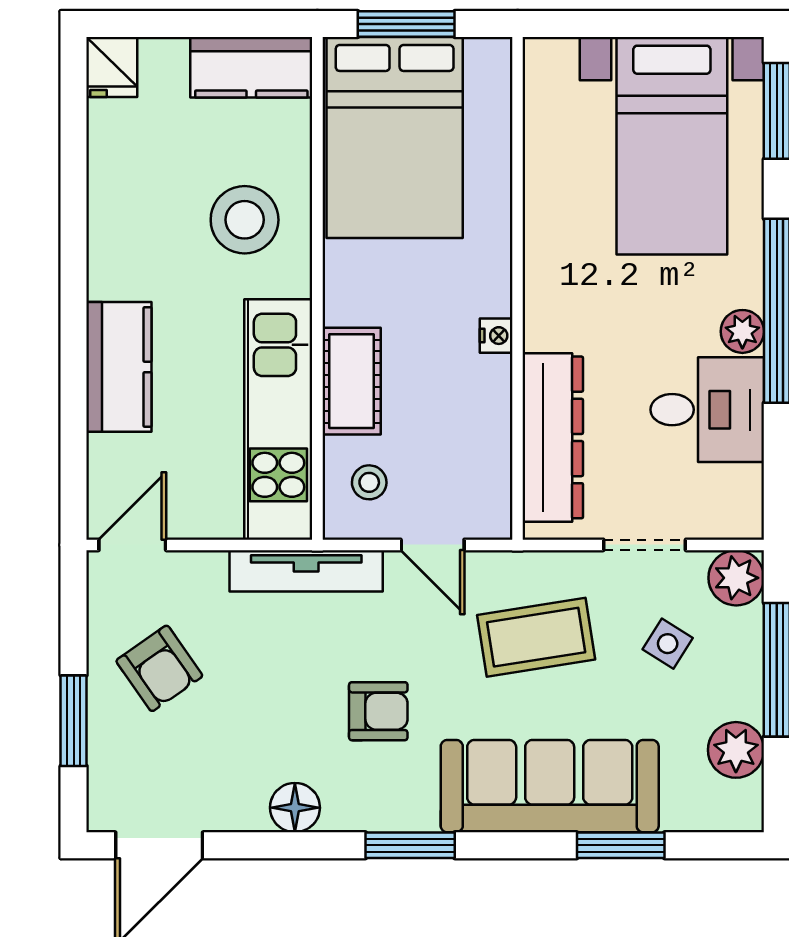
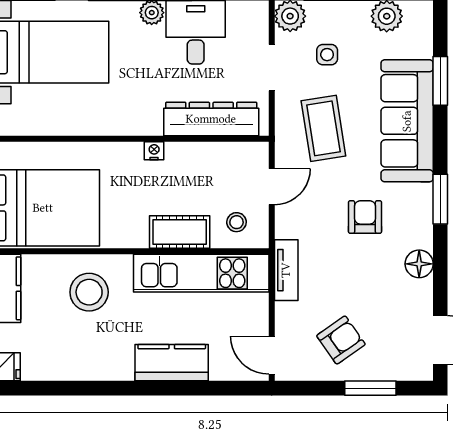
tv unit: (306, 571) -> (286, 270), width x0.71
side table: (668, 644) -> (327, 55), turned -32

